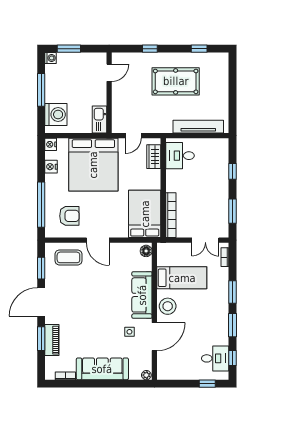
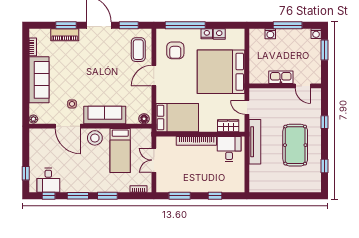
washing machine: (56, 114) -> (270, 34), width x0.53, depth x0.53
kitchen sink: (99, 120) -> (281, 77), moved
tv unit: (198, 127) -> (255, 142), moved
nightstand: (51, 144) -> (207, 34), moved
bookcase: (171, 215) -> (196, 141), moved
double door: (205, 240) -> (154, 160), moved

